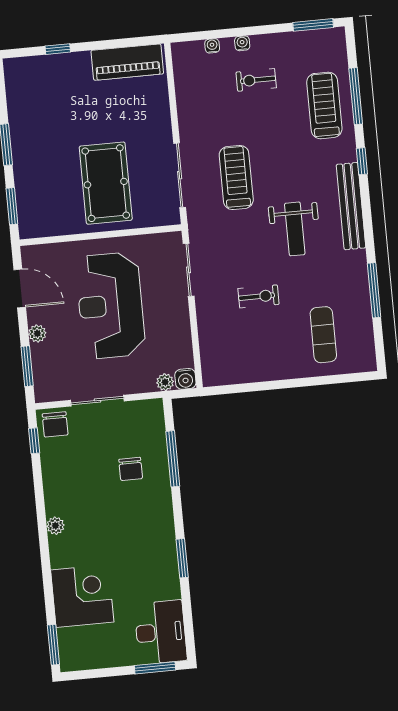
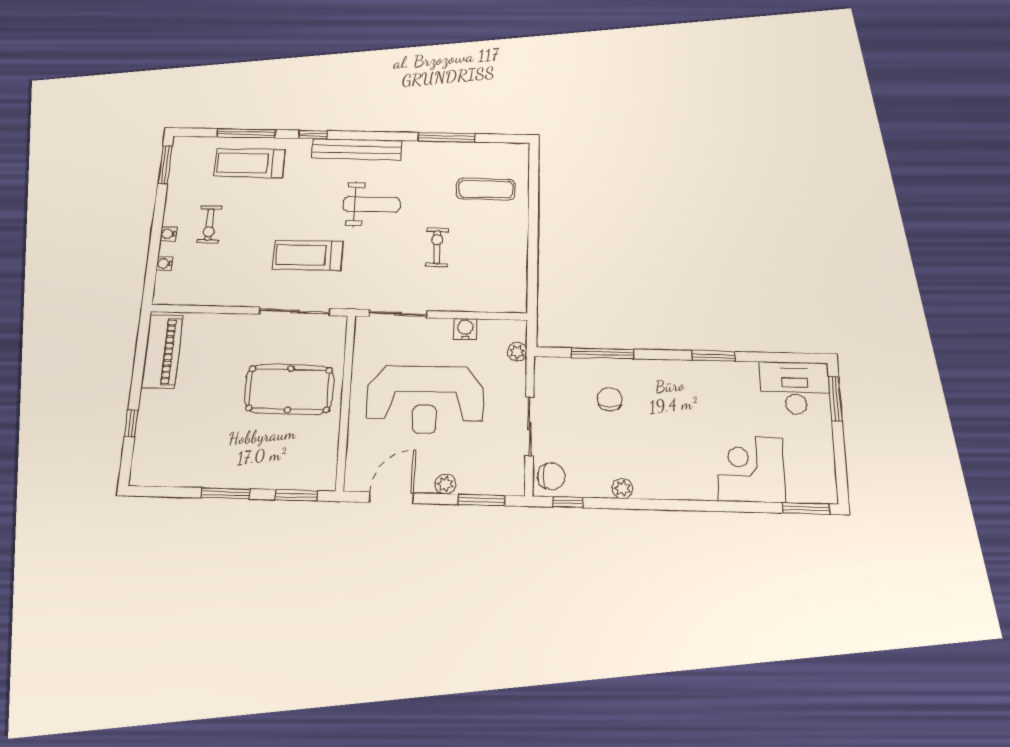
water cooler: (185, 379) -> (465, 329), moved, turned -90
chair: (131, 469) -> (610, 399), turned -90
plant: (55, 526) -> (622, 489), moved

